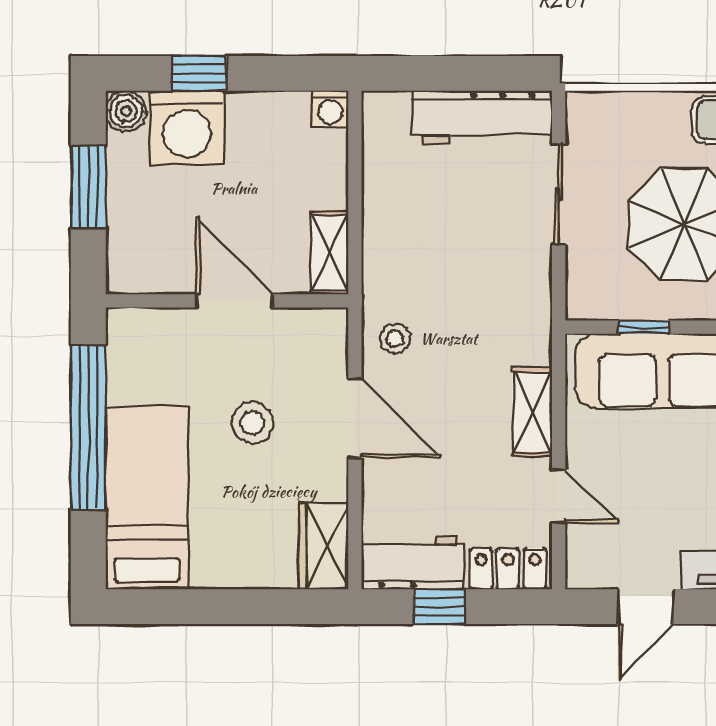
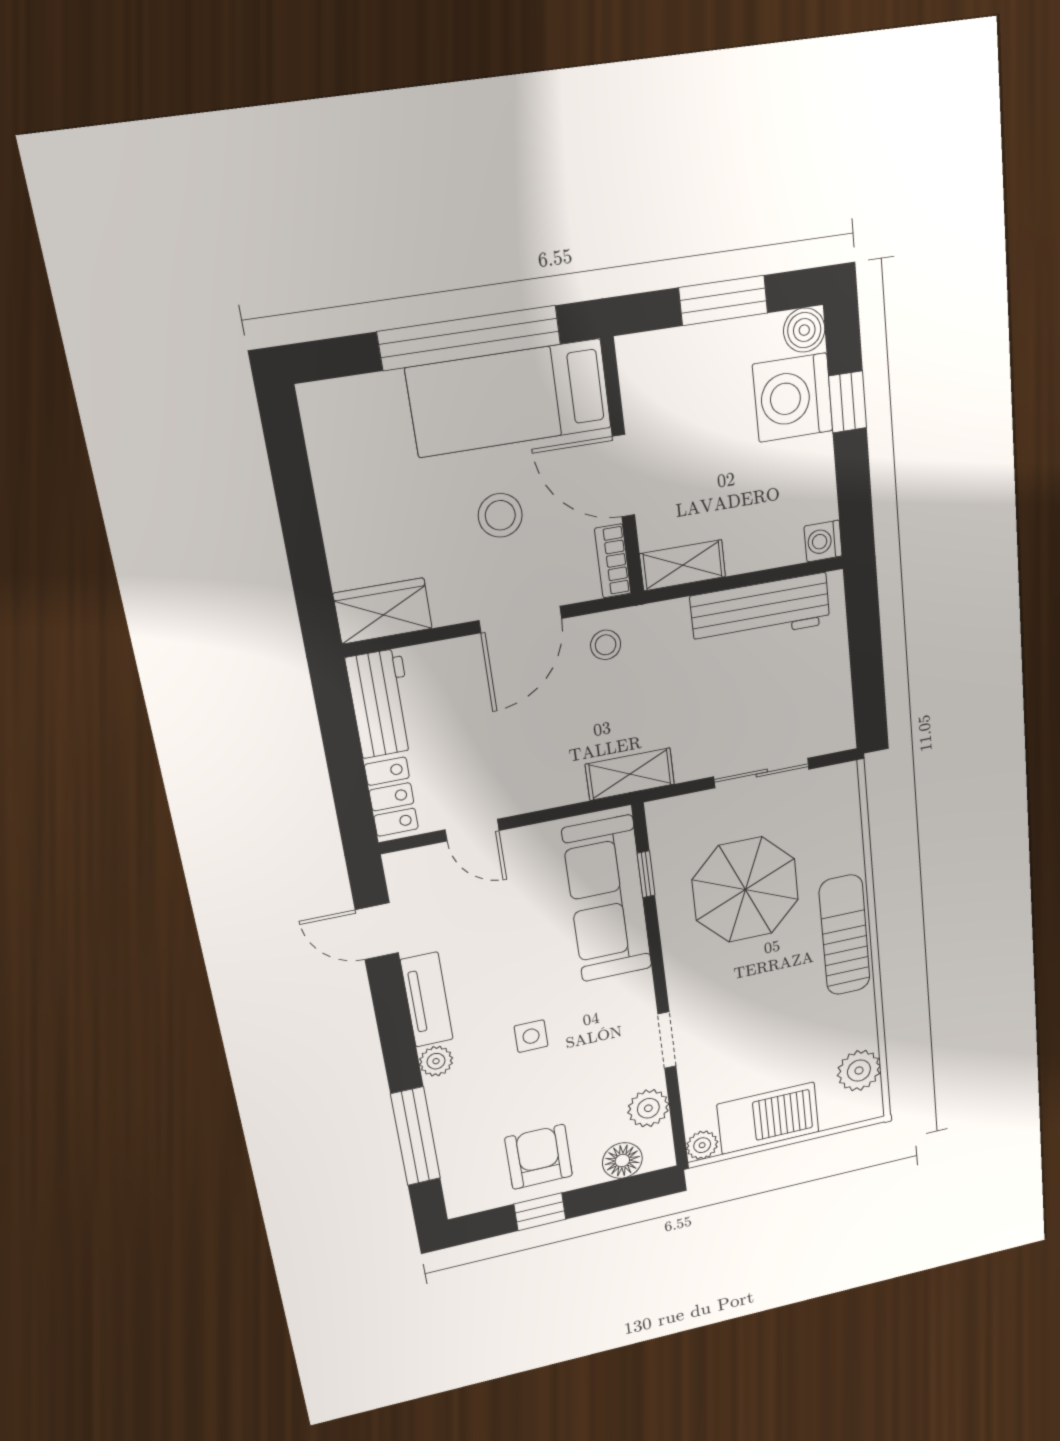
workbench: (482, 117) -> (760, 610), moved, turned -90
door: (235, 301) -> (623, 476), swing flipped
bookcase: (314, 321) -> (613, 561), added
shelving: (532, 412) -> (630, 774), moved
door: (559, 496) -> (472, 830), hinge flipped
bed: (147, 498) -> (509, 398), moved, turned 180
window: (439, 607) -> (341, 738), removed

